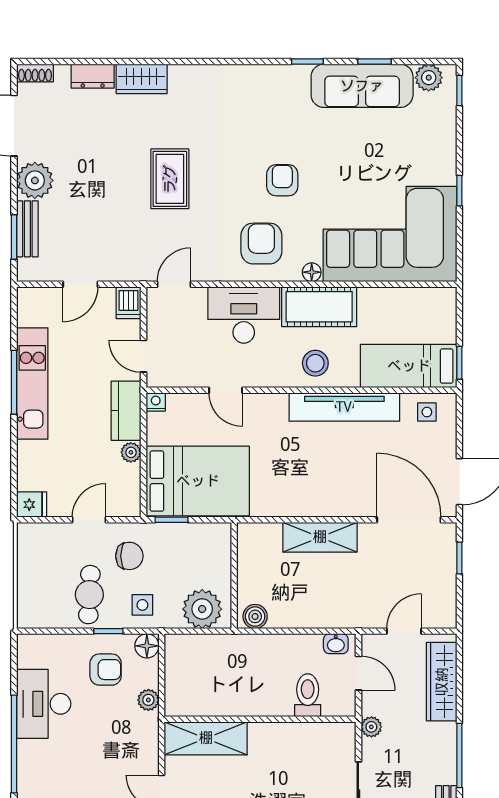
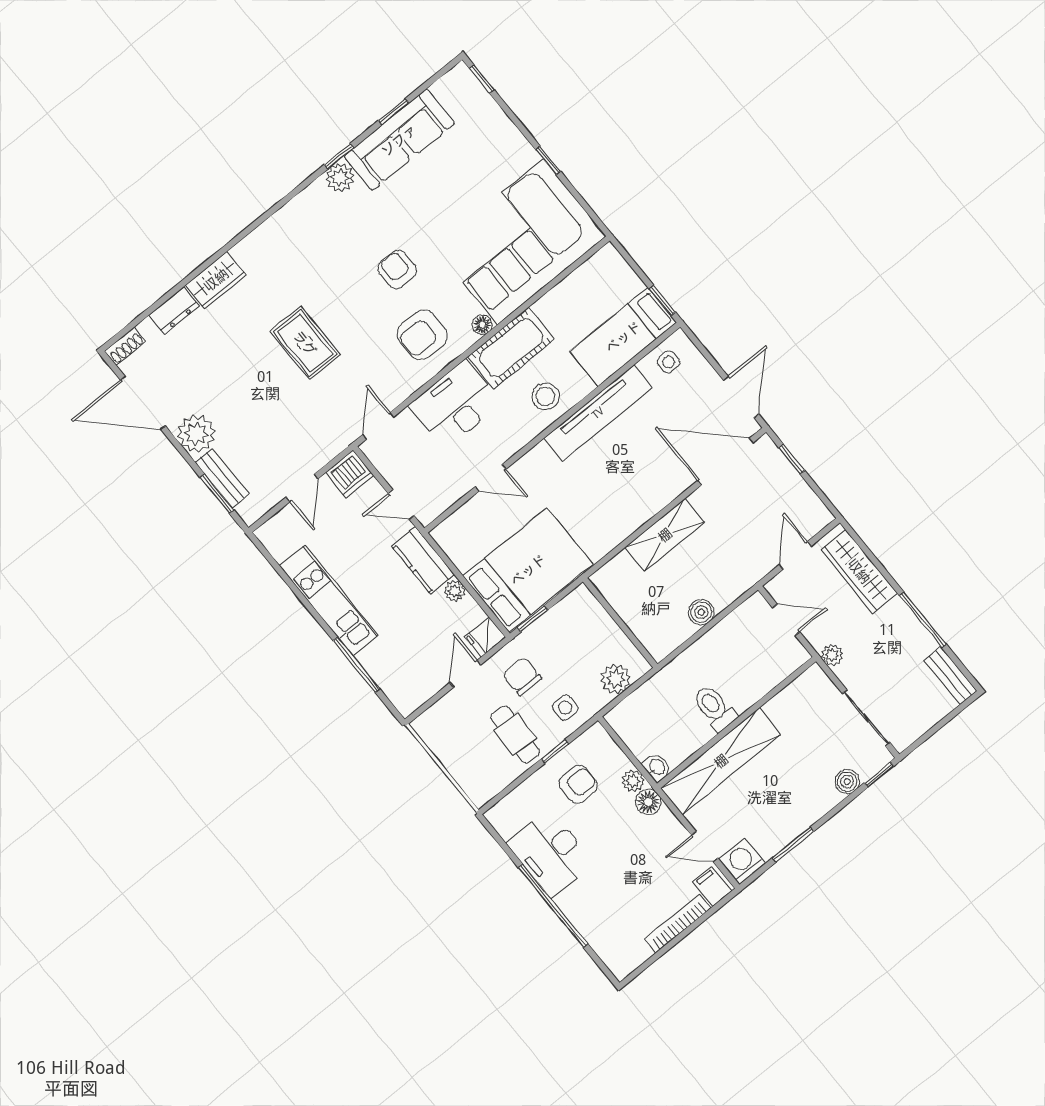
plant: (429, 78) -> (340, 177), moved
armchair: (261, 244) -> (422, 335), turned -90
dishwasher: (129, 303) -> (350, 474), width x1.38
window: (14, 382) -> (356, 665), moved
nightstand: (156, 402) -> (441, 534), removed
fridge: (32, 505) -> (485, 637), moved, turned 180
chair: (129, 556) -> (522, 676), turned -90
plant: (202, 609) -> (616, 679), width x0.73, depth x0.73
boiler: (255, 616) -> (701, 612), moved
washbasin: (336, 644) -> (657, 767), moved, turned -90
floor lamp: (147, 646) -> (648, 802), moved
toilet: (308, 695) -> (714, 708), moved
shelving: (206, 738) -> (721, 761), width x1.47

